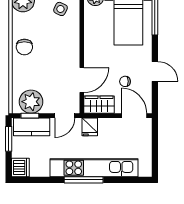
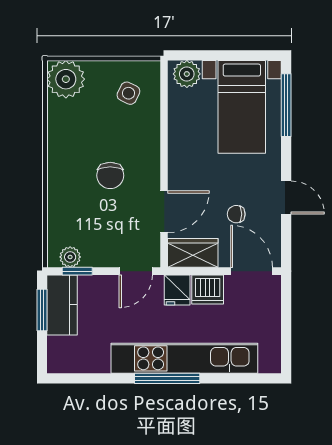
chair: (24, 47) -> (110, 175), moved
plant: (31, 102) -> (70, 257), width x0.53, depth x0.53
kitchen counter: (32, 127) -> (62, 305), moved, turned -90
dishwasher: (20, 167) -> (208, 290), moved, turned 90

